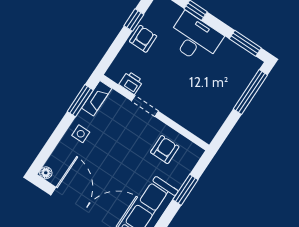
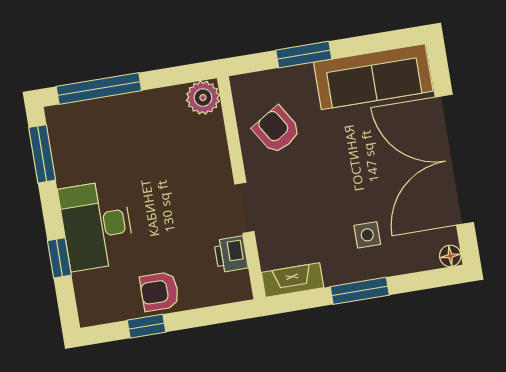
window: (80, 101) -> (360, 291), moved
plant: (207, 132) -> (203, 98), added
side table: (81, 134) -> (367, 235), moved
armchair: (165, 150) -> (277, 130), turned 58

